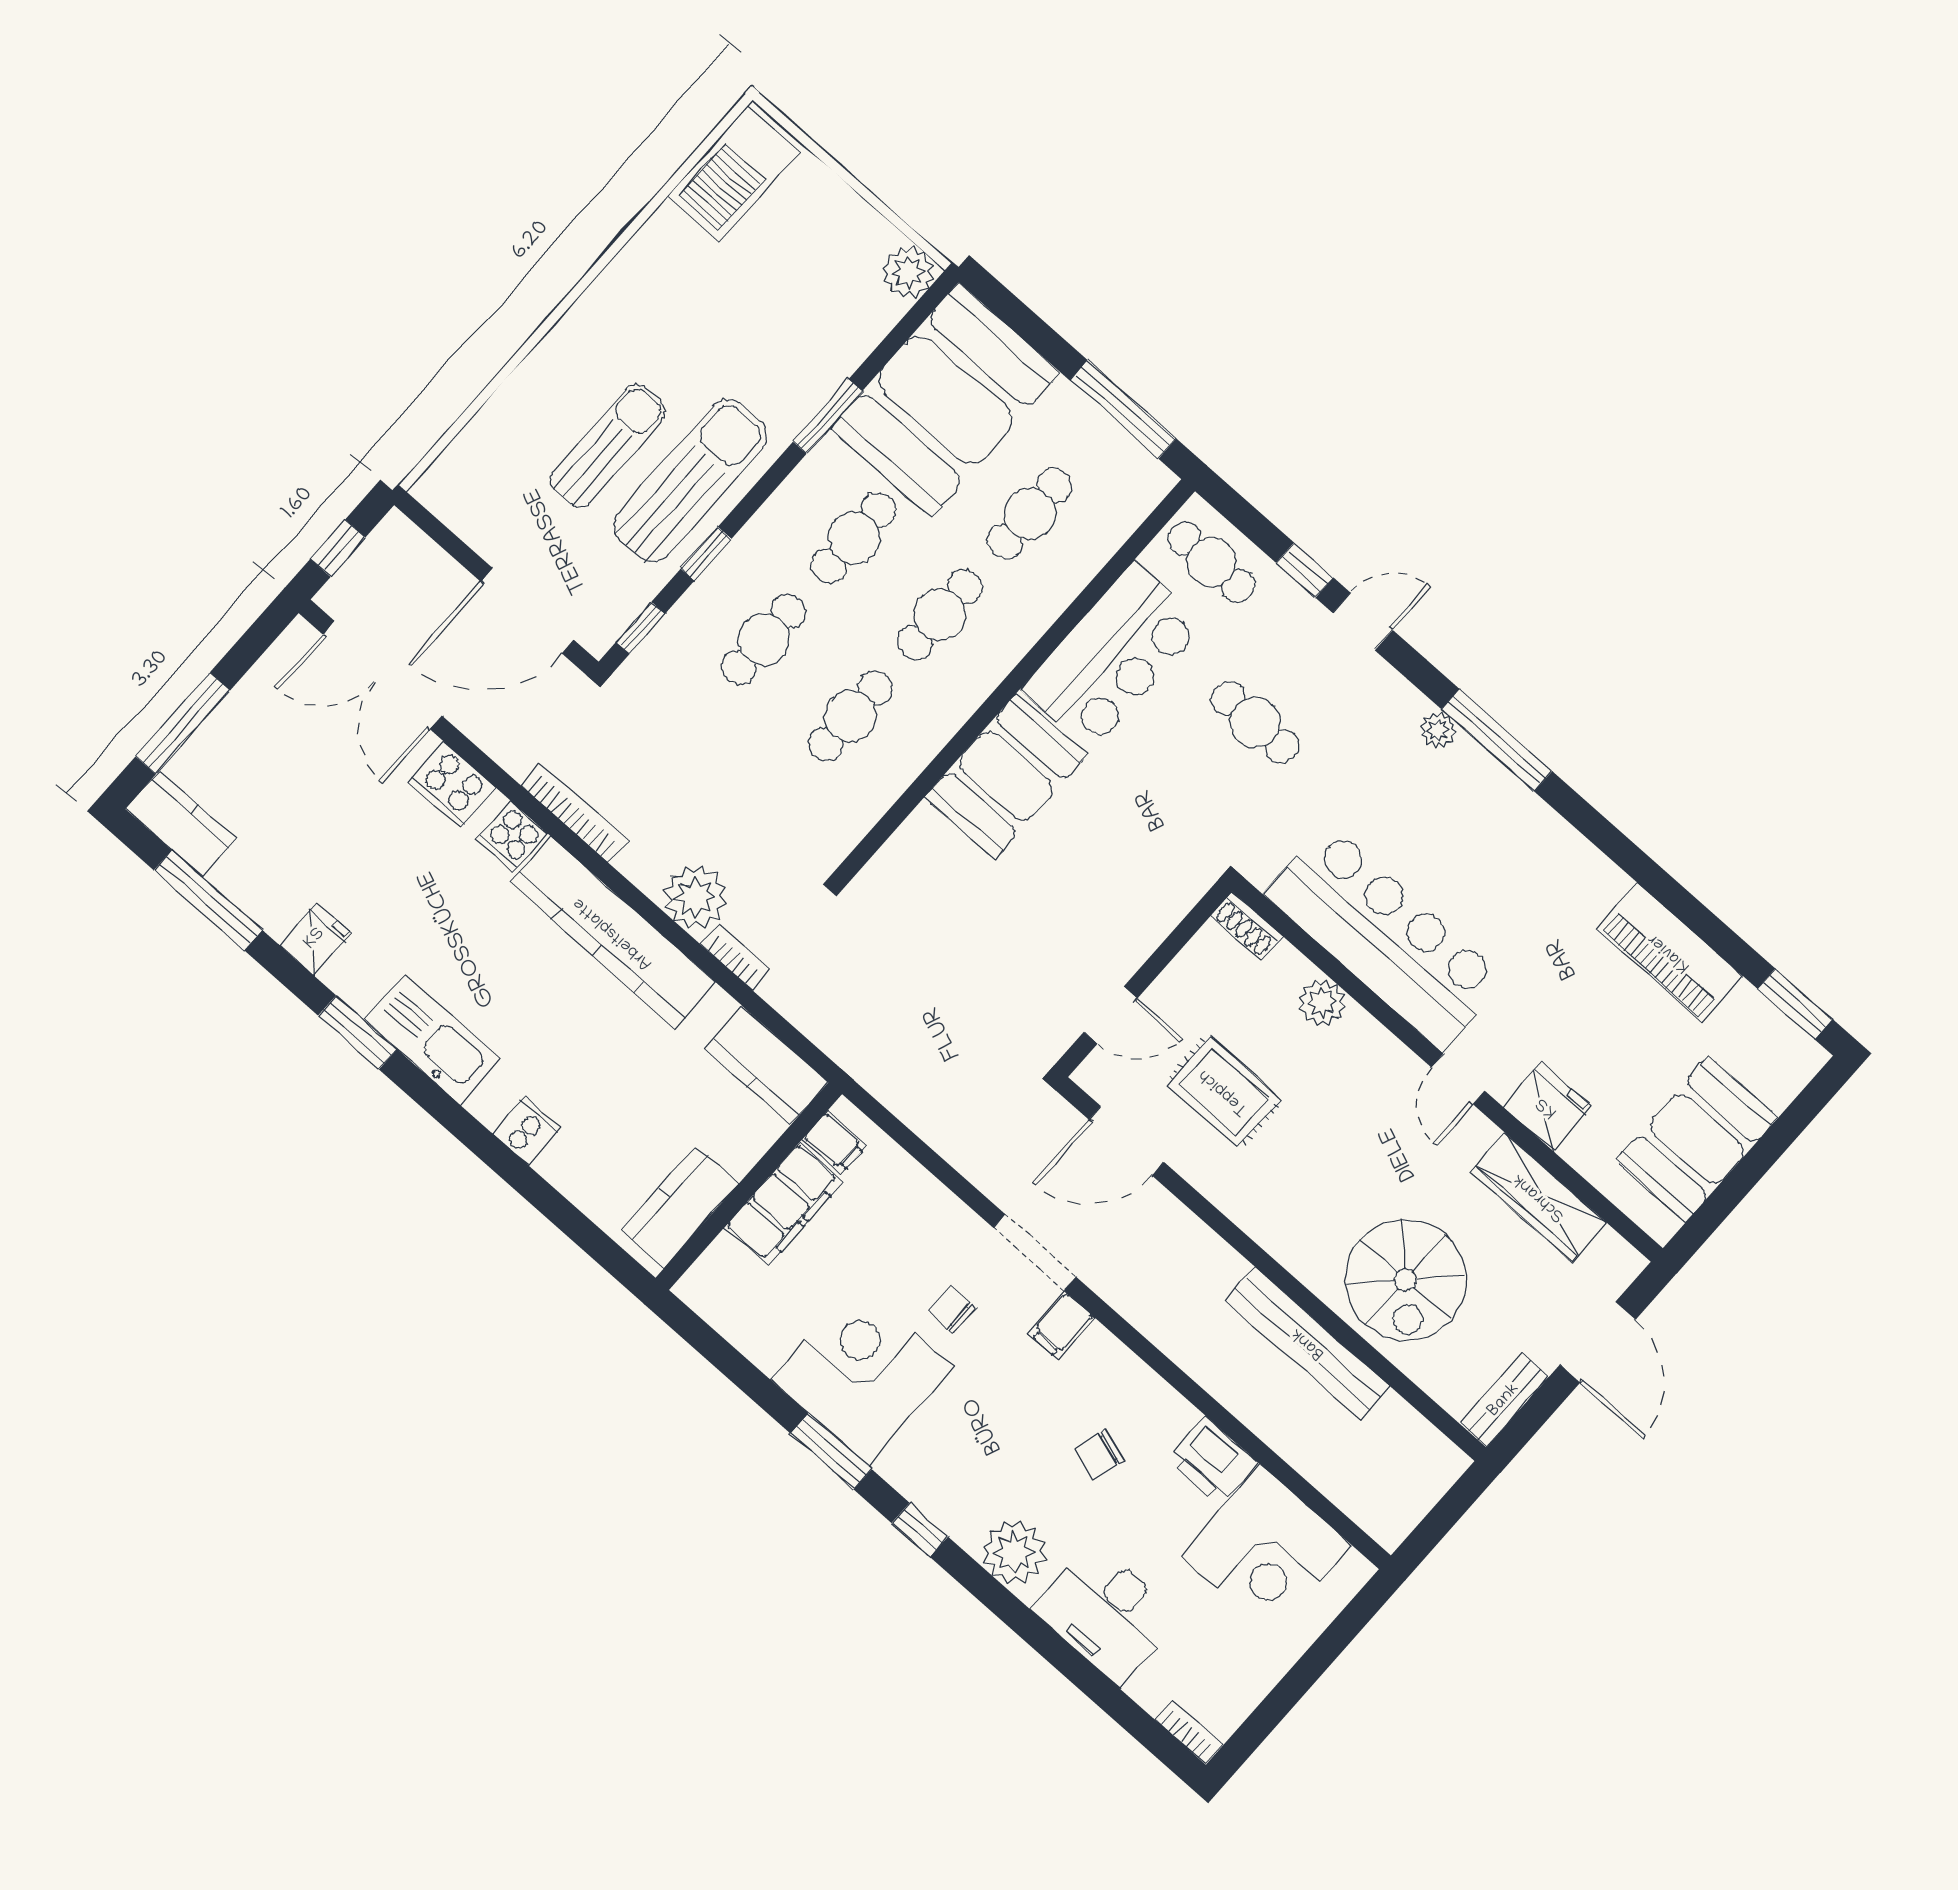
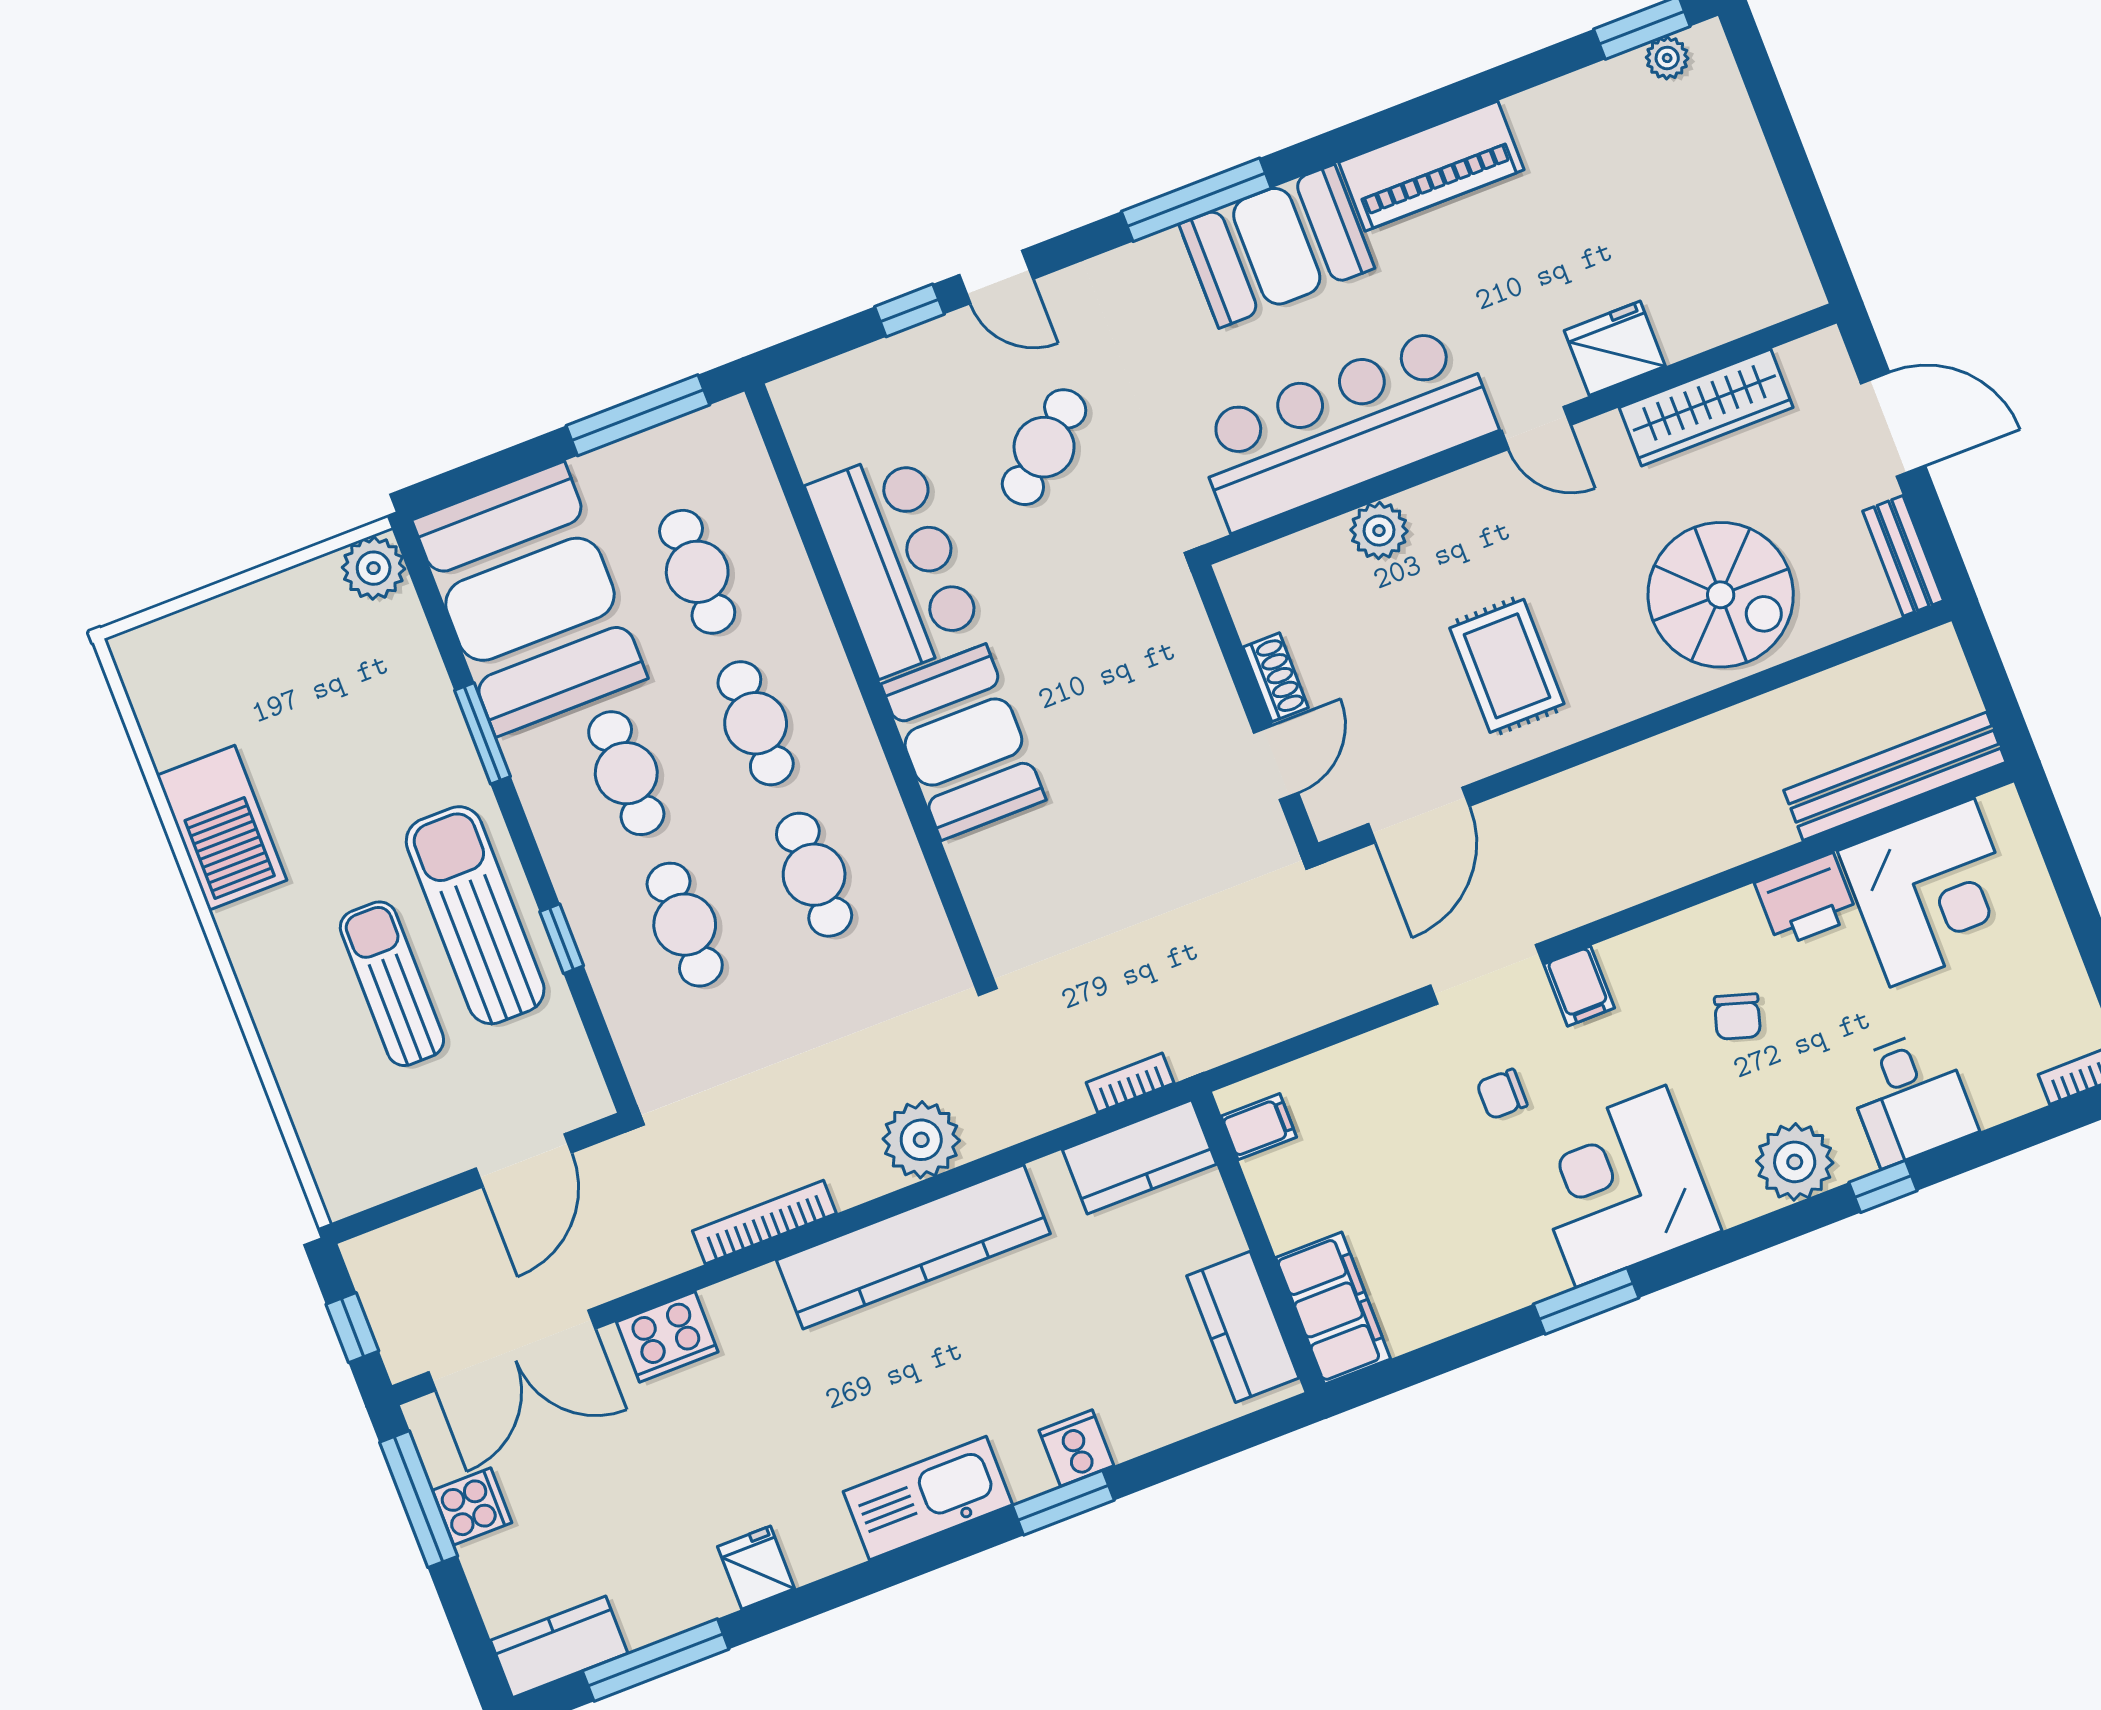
barbecue: (734, 174) -> (222, 828), moved
cafe table: (1211, 562) -> (849, 405), removed
door: (527, 611) -> (524, 1160), width x0.73
door: (1363, 622) -> (996, 277), swing flipped
window: (640, 628) -> (604, 1049), removed
cafe table: (1255, 722) -> (1044, 447), turned -40
window: (183, 723) -> (419, 1499), moved
plant: (1438, 730) -> (1667, 58), moved
cooker: (512, 837) -> (472, 1506), moved, turned -90
shoe rack: (1247, 926) -> (1276, 677), moved, turned -90
piano: (1669, 952) -> (1431, 166), moved
bookcase: (735, 957) -> (1130, 1083), moved
window: (358, 1032) -> (1063, 1503), moved
rug: (1224, 1092) -> (1507, 666), moved, turned 90
booth: (1697, 1139) -> (1277, 246), moved, turned 90
filing cabinet: (784, 1204) -> (1333, 1308), moved
bench: (1308, 1343) -> (1895, 776), moved
corner desk: (862, 1373) -> (1621, 1186), moved
window: (920, 1530) -> (1883, 1186), moved
desk: (1106, 1613) -> (1910, 1097), width x0.73

